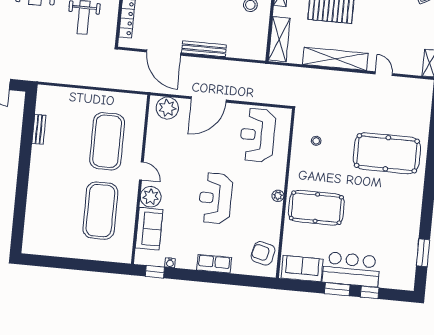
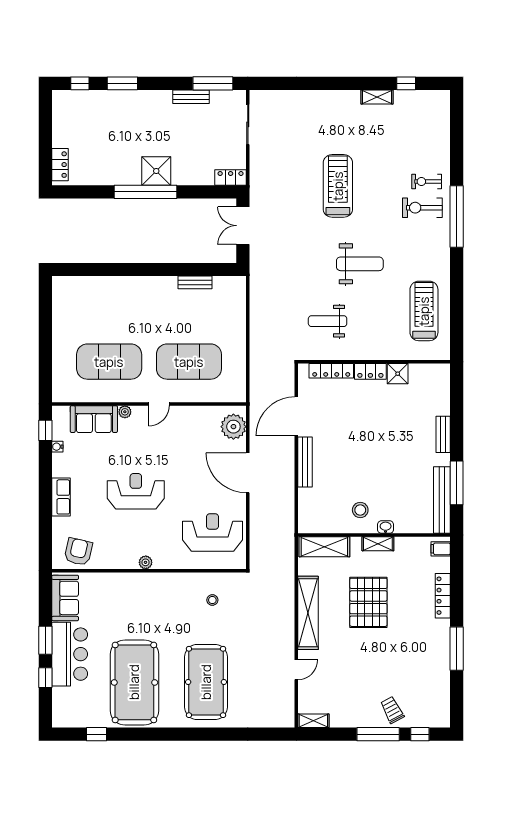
plant: (151, 197) -> (125, 412), width x0.53, depth x0.53
pool table: (316, 208) -> (134, 682), moved, width x1.36, depth x1.32
window: (423, 253) -> (97, 734), width x0.67

